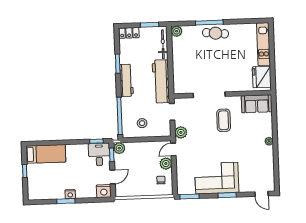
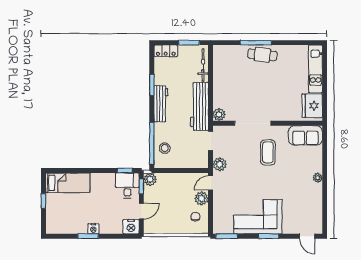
plant: (177, 31) -> (219, 114), moved
stool: (142, 123) -> (165, 148), moved

